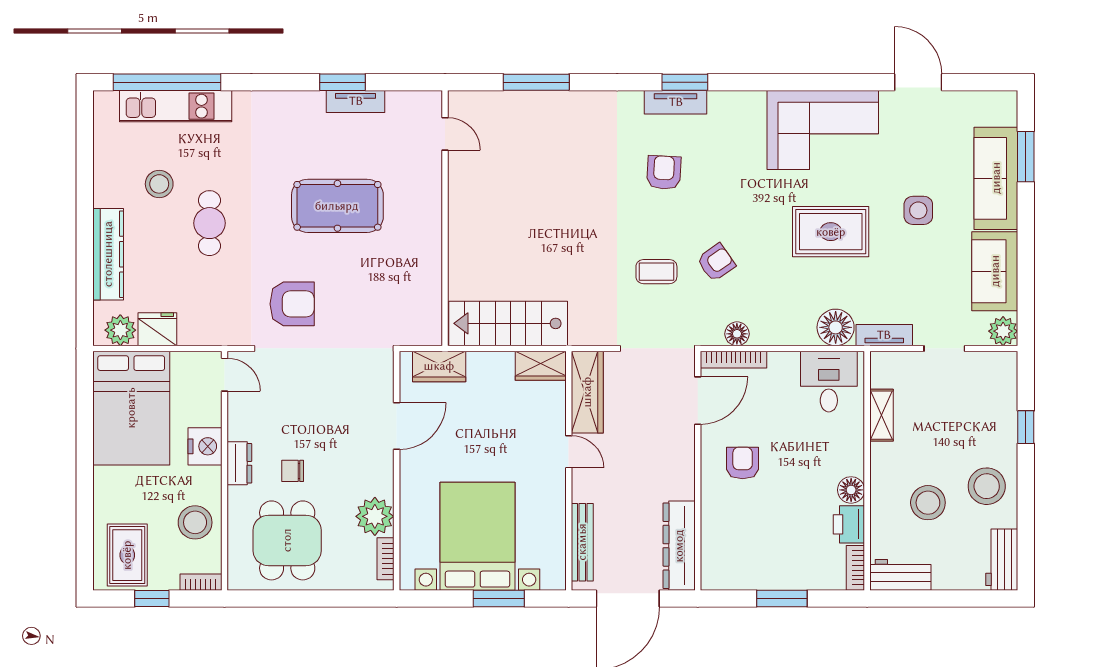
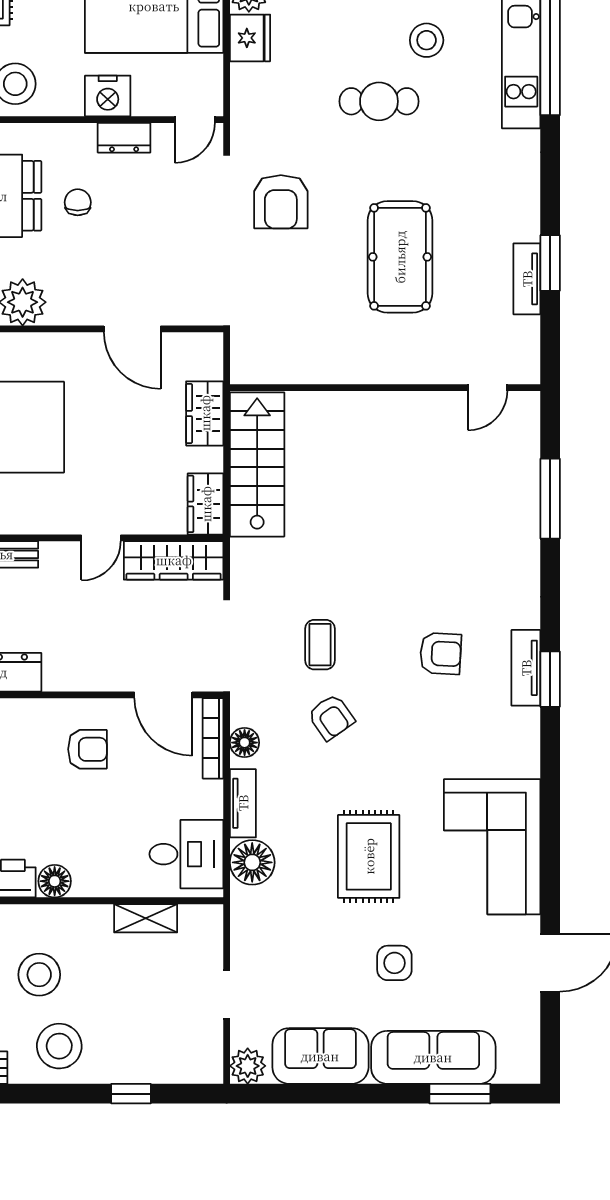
tv unit: (884, 335) -> (243, 803), moved
wardrobe: (439, 366) -> (205, 413), moved
dresser: (239, 463) -> (124, 138), moved

